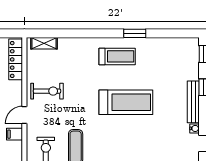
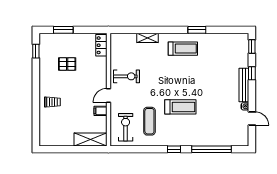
shelving: (44, 43) -> (148, 38), moved
locker: (16, 59) -> (101, 45), width x0.66
treadmill: (126, 102) -> (180, 107), moved, width x0.73, depth x0.73

